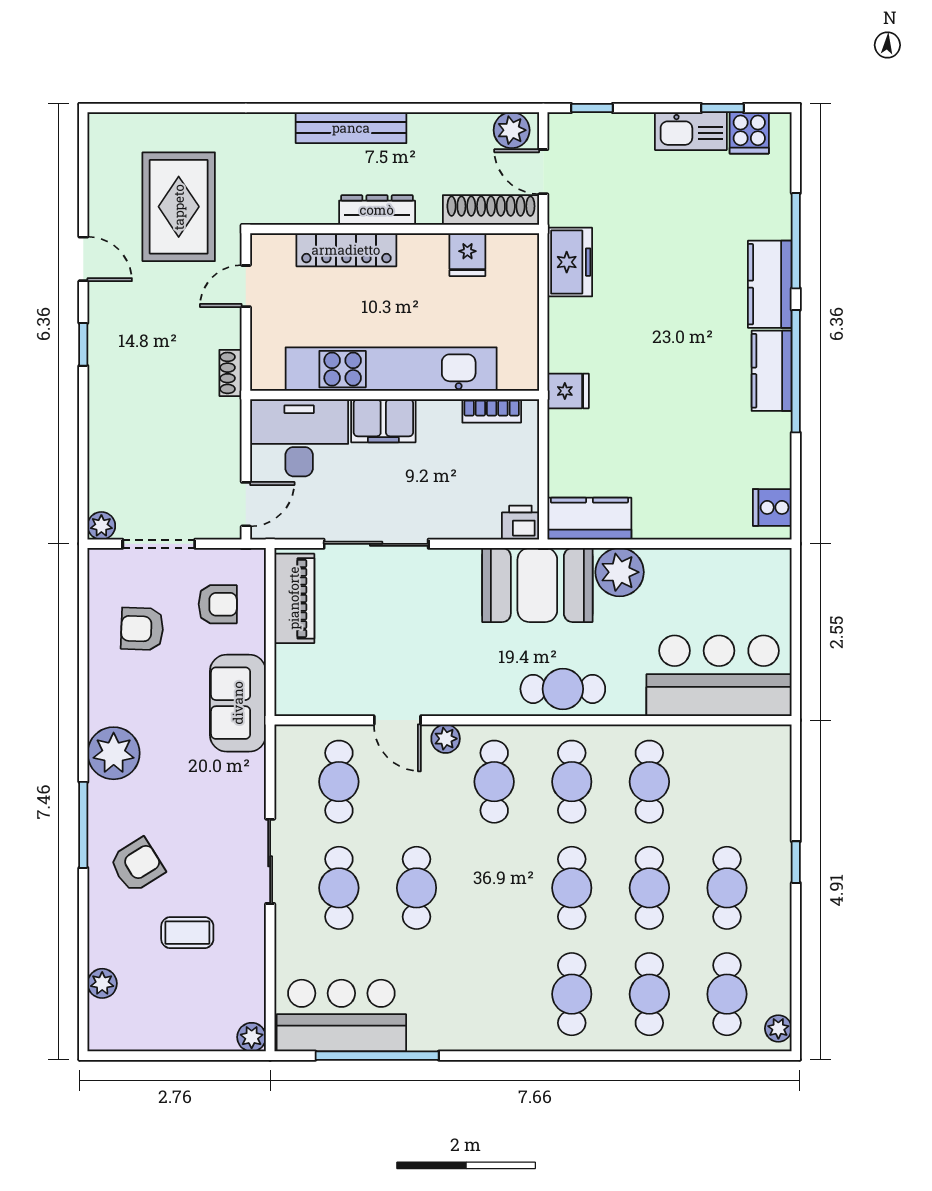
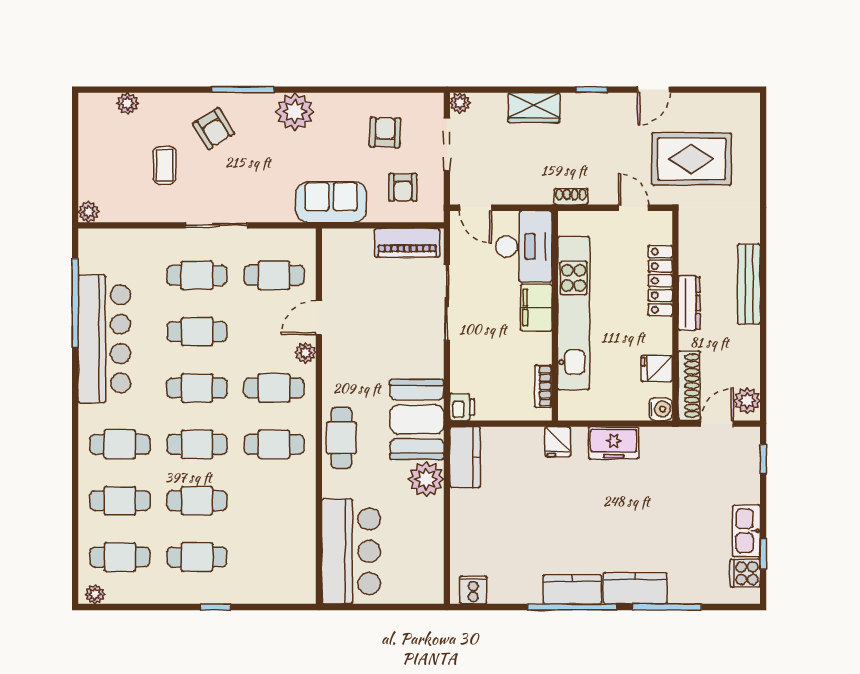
water cooler: (523, 249) -> (661, 409), added
freezer: (570, 262) -> (614, 443), moved
wardrobe: (108, 424) -> (534, 108), added
cafe table: (649, 782) -> (197, 388), moved
bar counter: (341, 1016) -> (104, 339), moved, width x1.36

